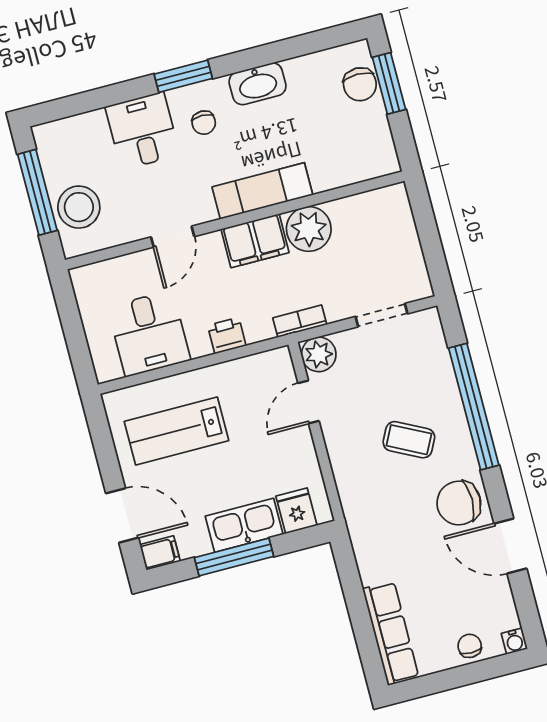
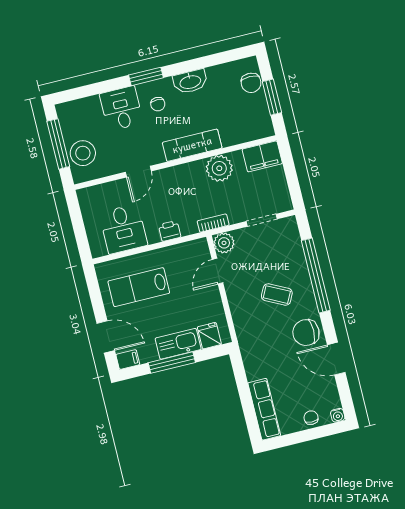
window: (389, 83) -> (272, 97), moved
filing cabinet: (255, 241) -> (262, 156), moved

